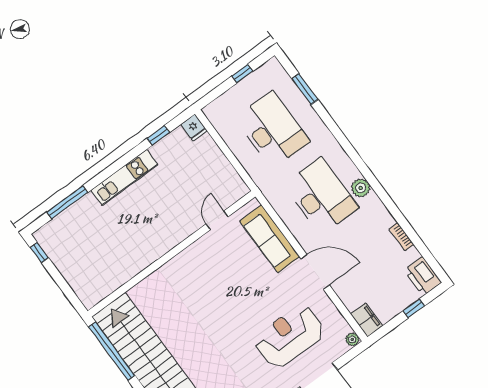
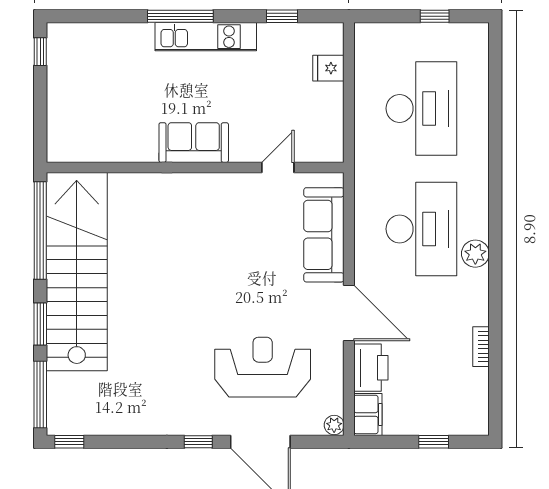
window: (305, 89) -> (495, 89), removed
fridge: (194, 127) -> (328, 68), moved, turned 90
window: (67, 202) -> (180, 16), moved
sofa: (161, 241) -> (194, 143), added
printer: (423, 276) -> (371, 368), moved, turned 180

